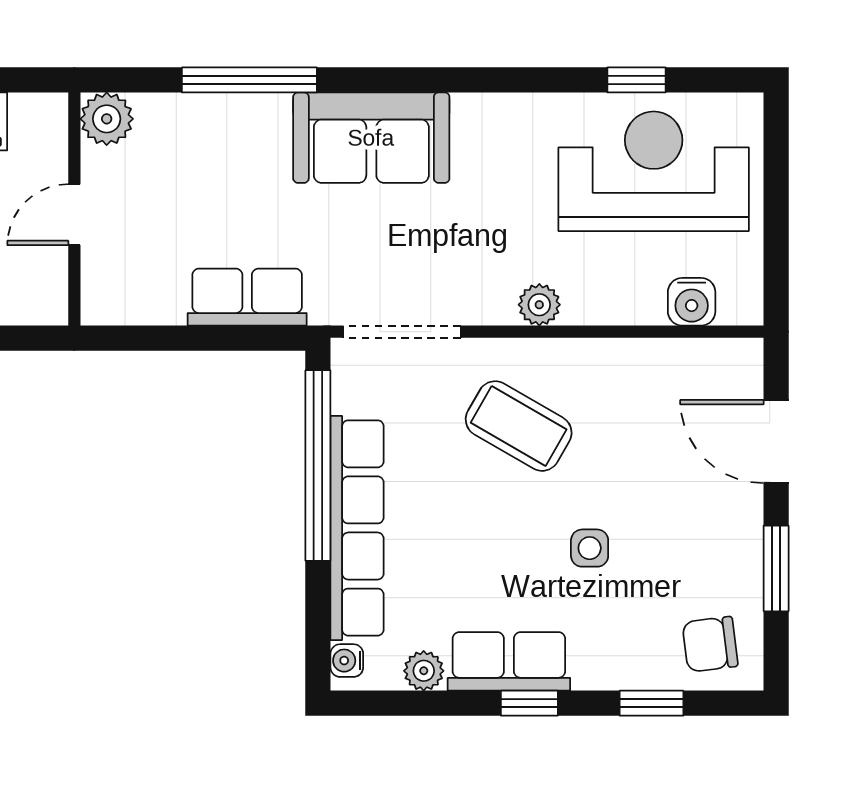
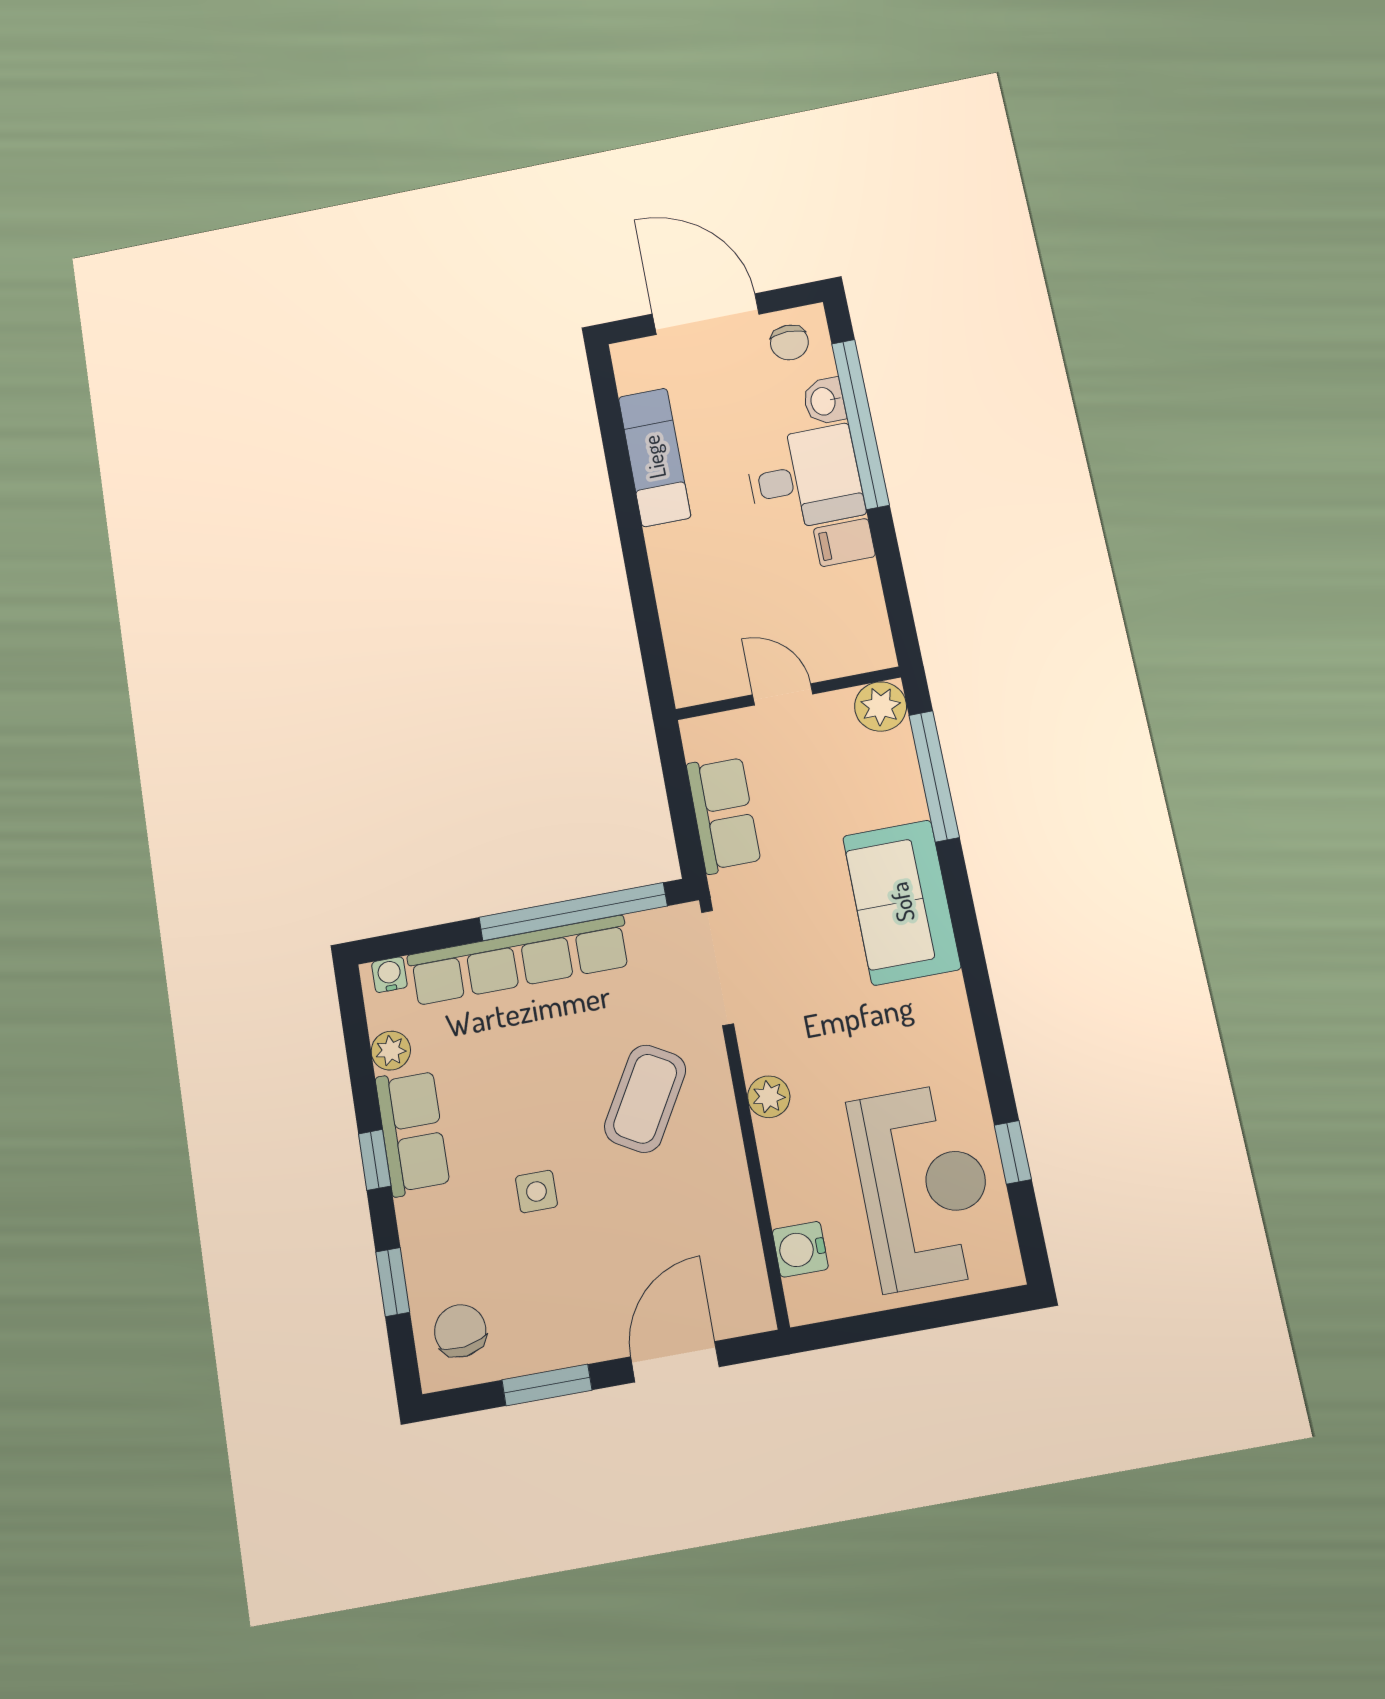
plant: (107, 119) -> (881, 706), moved
wall: (74, 209) -> (788, 693), moved
door: (74, 215) -> (783, 694), moved

